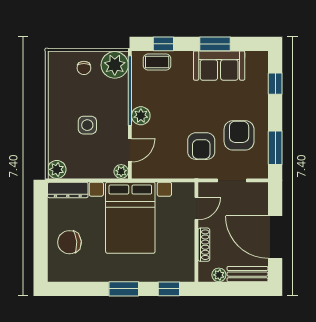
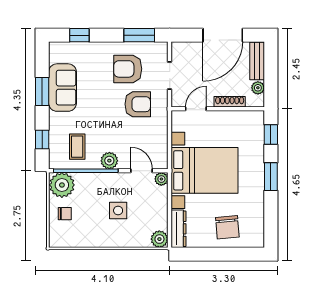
coffee table: (157, 62) -> (77, 147), moved
door: (196, 209) -> (196, 109), hinge flipped

